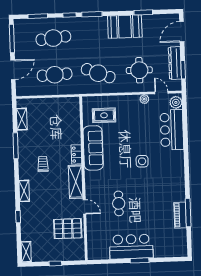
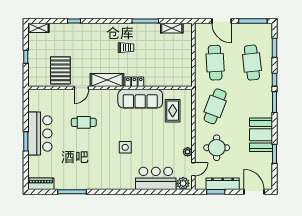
shelving: (24, 191) -> (100, 28), removed
piano: (180, 215) -> (41, 184), moved

